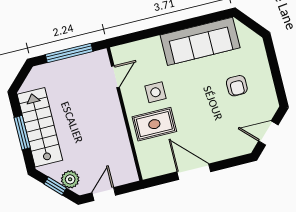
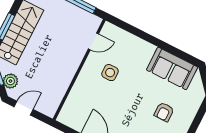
sofa: (200, 41) -> (172, 68), width x0.73
rug: (154, 124) -> (92, 92), removed

